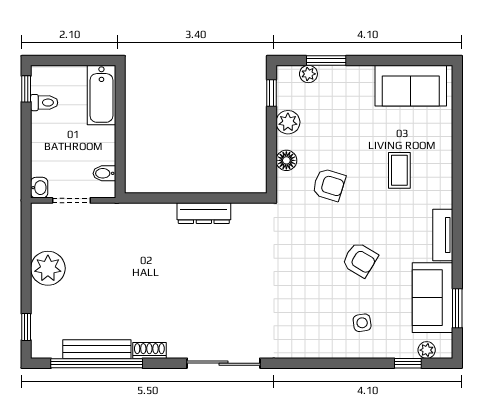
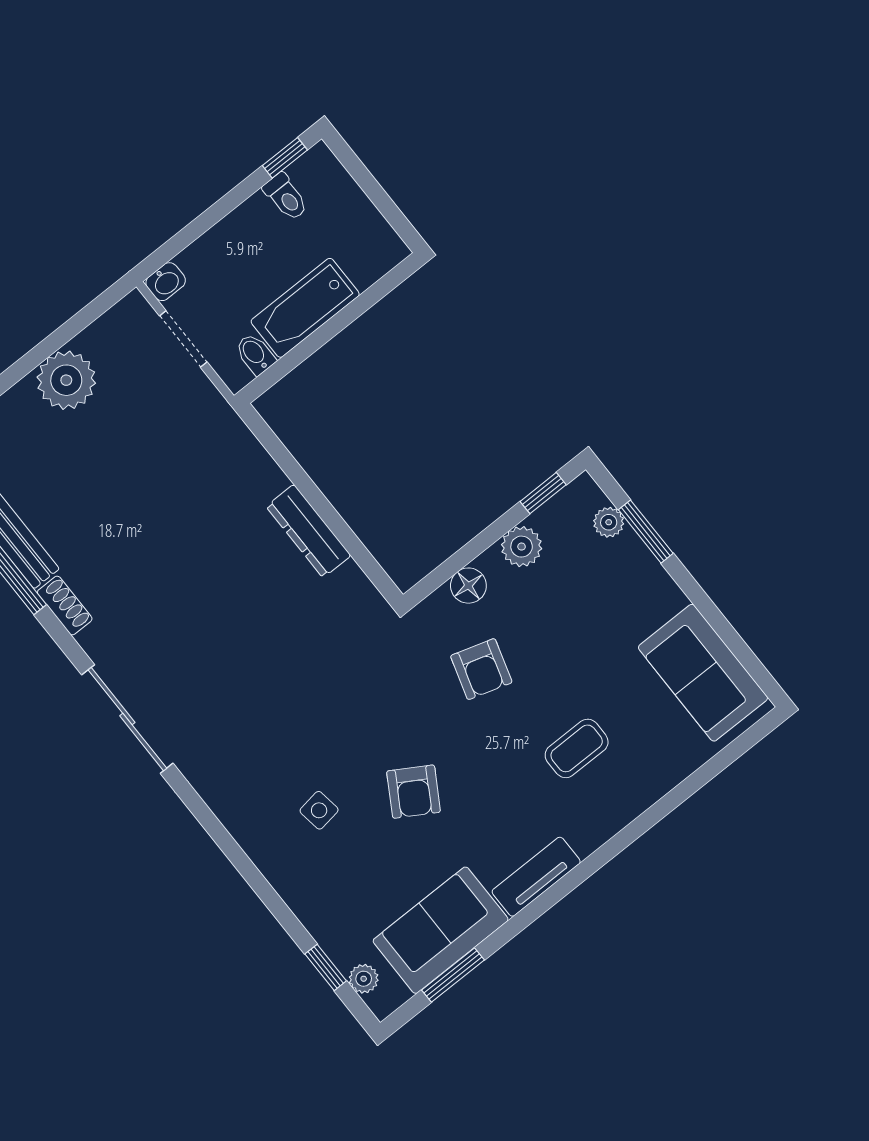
bathtub: (101, 95) -> (305, 308), moved
side table: (362, 323) -> (319, 810), moved

